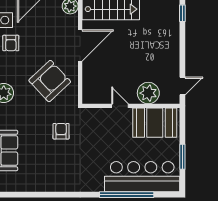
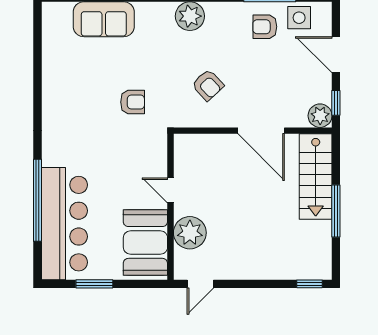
armchair: (50, 81) -> (208, 85), width x0.53, depth x0.53
door: (182, 86) -> (200, 284), hinge flipped
door: (120, 106) -> (170, 190), swing flipped

